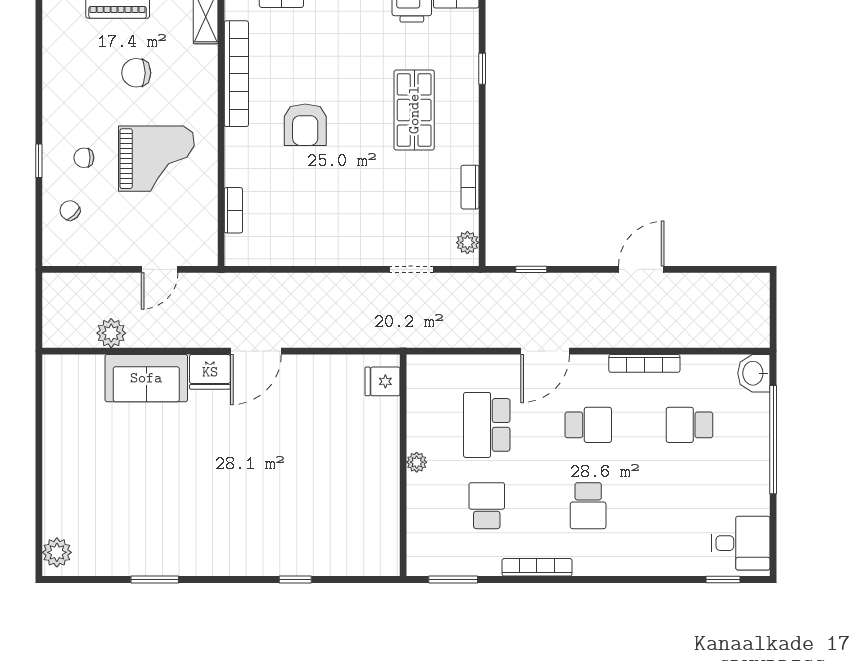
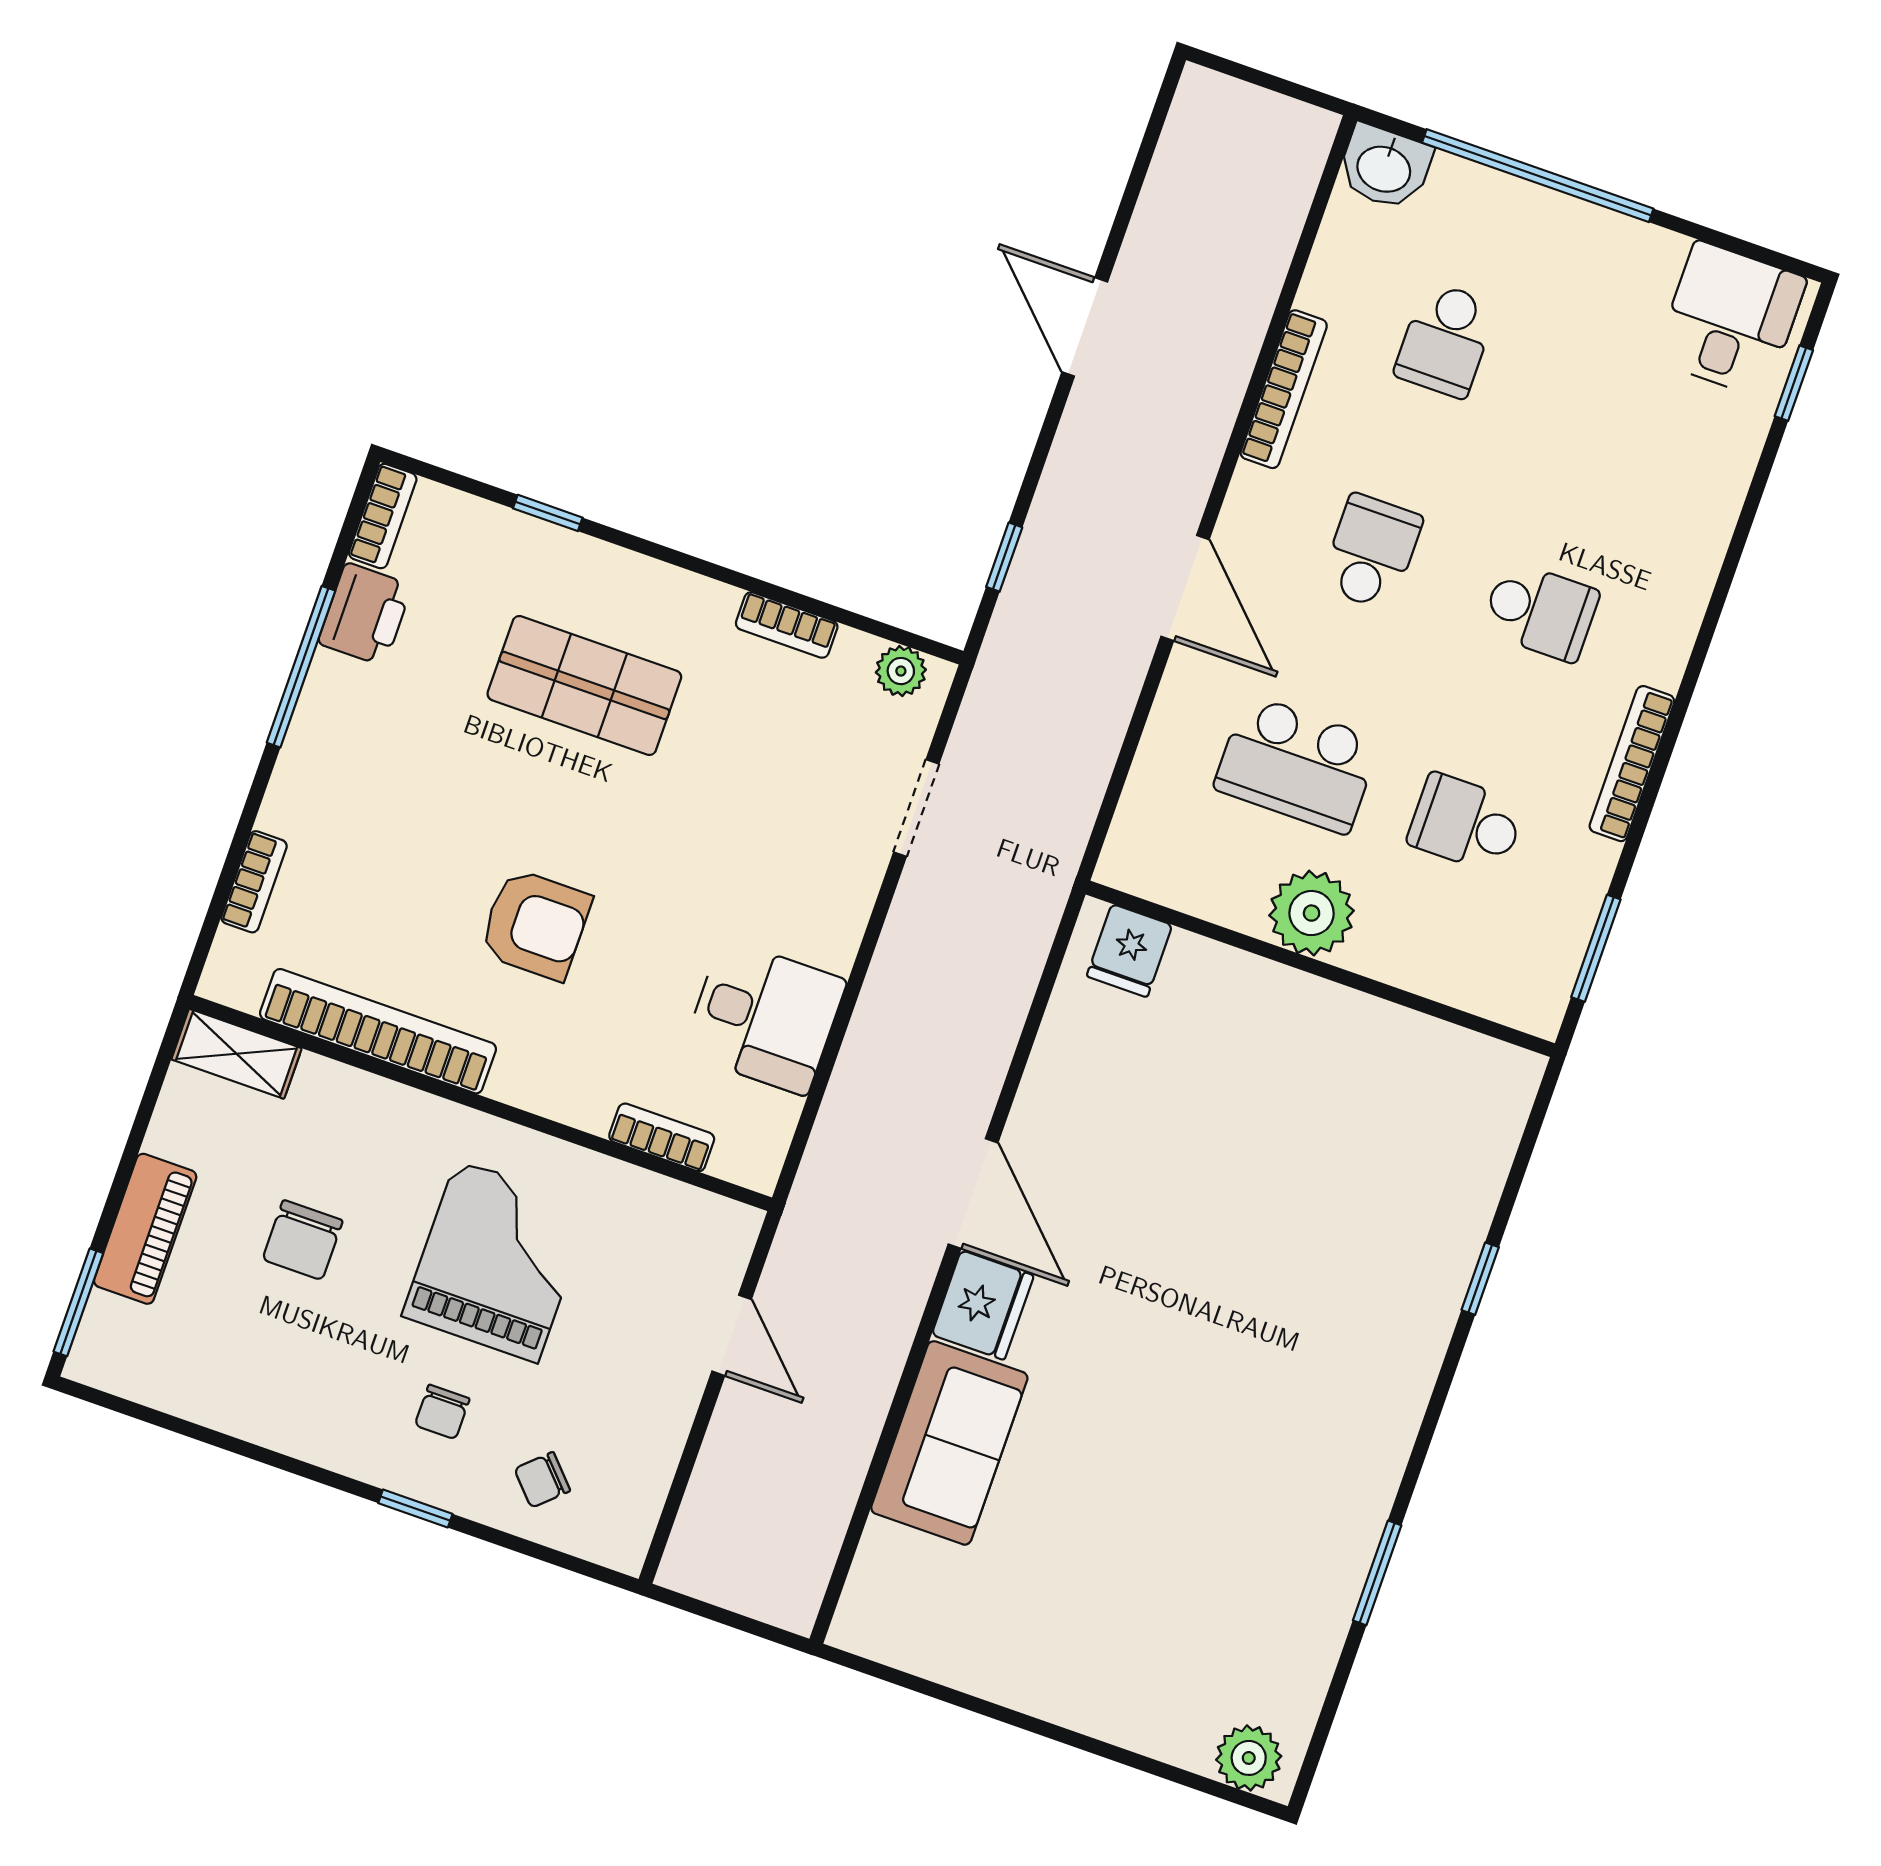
desk: (300, 236) -> (764, 1017), added
plant: (111, 333) -> (829, 1483), removed
plant: (417, 462) -> (1312, 913), width x1.88, depth x1.88

